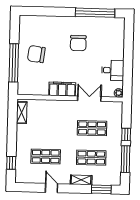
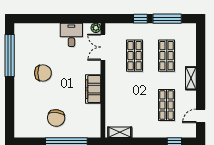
double door: (89, 99) -> (103, 47), moved
shelving: (81, 180) -> (191, 78), moved
door: (51, 188) -> (201, 116), moved
window: (101, 189) -> (201, 44), removed

